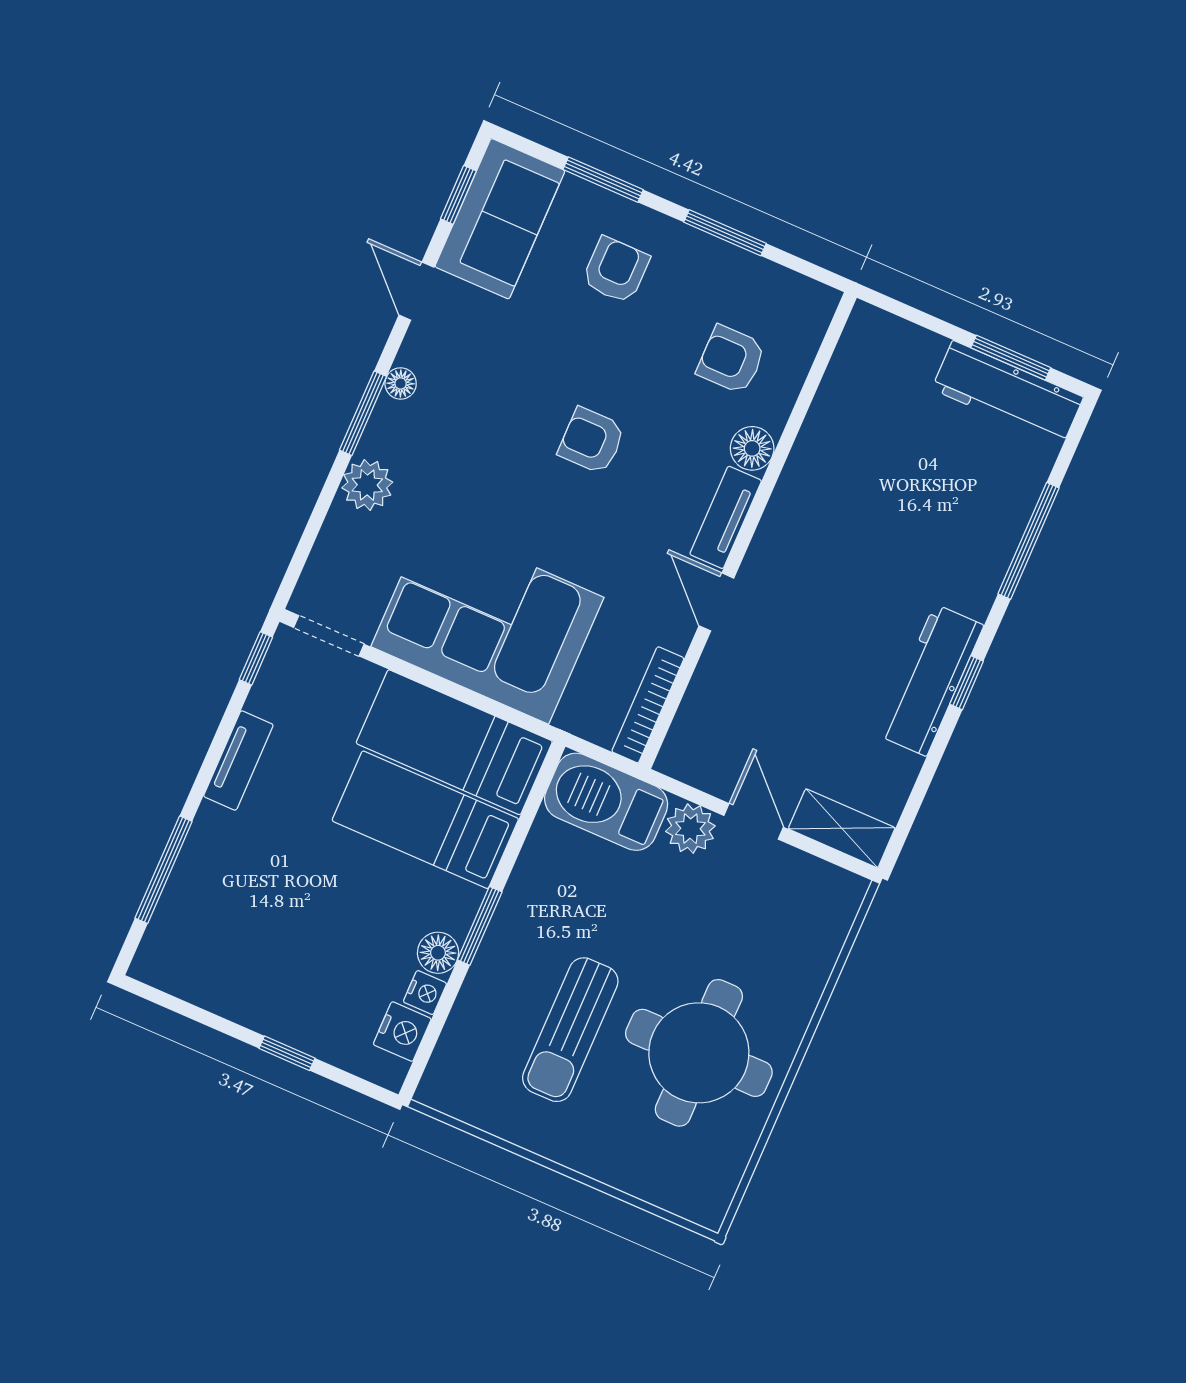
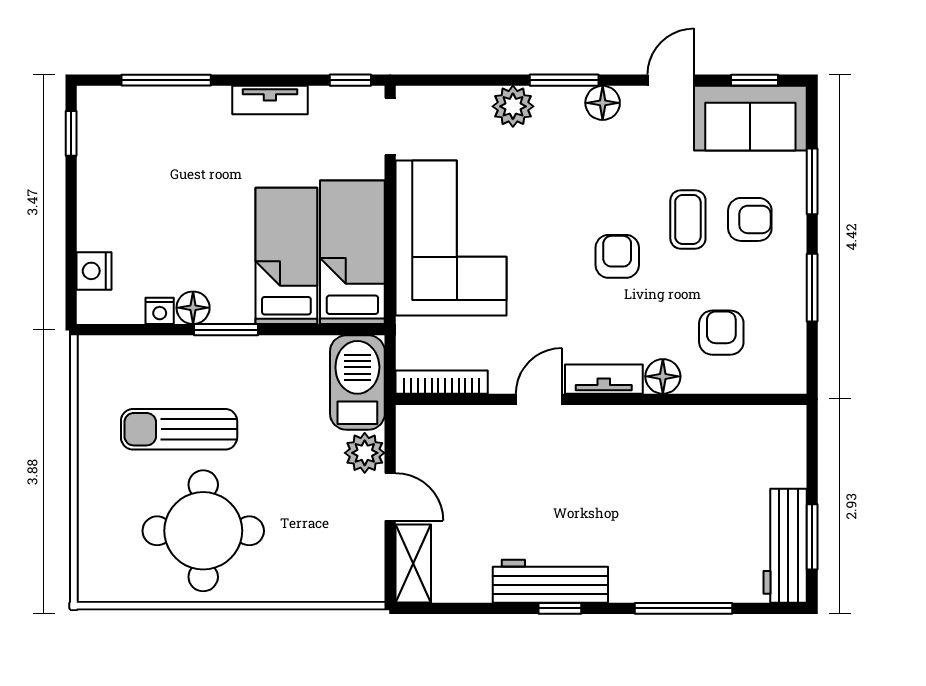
coffee table: (585, 341) -> (688, 219), added
floor lamp: (401, 383) -> (603, 103), width x1.37, depth x1.37
door: (754, 821) -> (390, 497), hinge flipped
nightstand: (402, 1032) -> (94, 271), moved, turned 90
window: (287, 1053) -> (71, 133), moved

